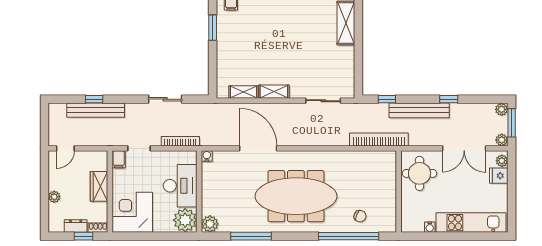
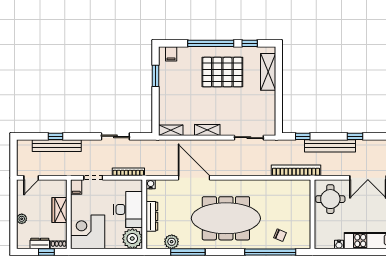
pallet: (292, 23) -> (222, 72), added
shelving: (243, 92) -> (171, 130), moved
dresser: (208, 194) -> (152, 216), added
plant: (210, 224) -> (172, 242), moved

